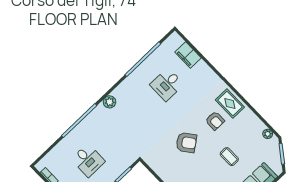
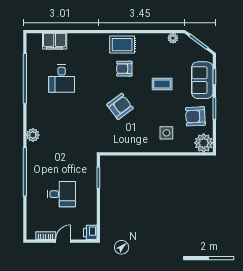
armchair: (215, 121) -> (124, 69), turned 180

